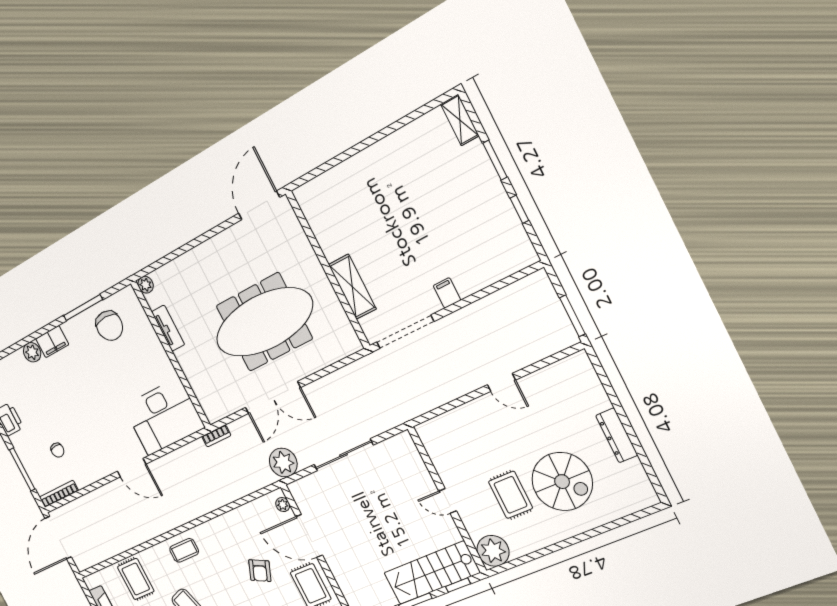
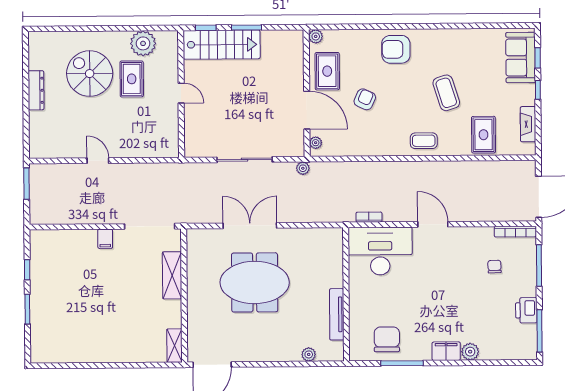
shelving: (460, 120) -> (174, 346), moved
plant: (146, 285) -> (309, 354), moved
meeting table: (264, 322) -> (255, 282), width x0.73
tv unit: (168, 328) -> (337, 314), width x1.41
double door: (273, 398) -> (250, 226), moved
bookcase: (216, 436) -> (369, 217), moved
plant: (283, 463) -> (303, 168), width x0.53, depth x0.53
plant: (493, 551) -> (143, 43), moved

